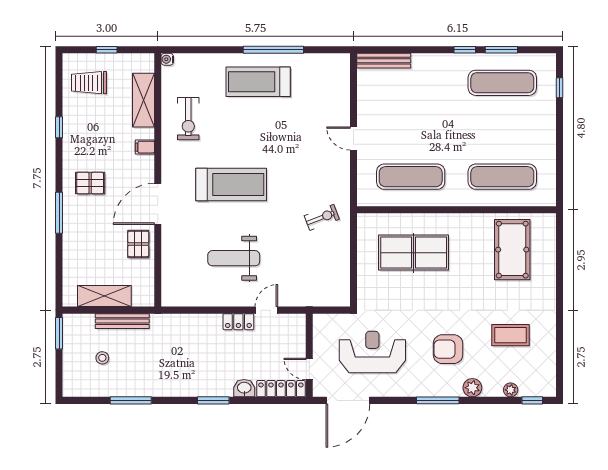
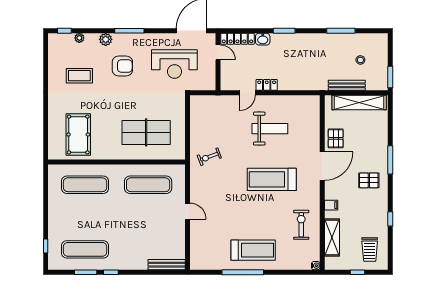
trolley: (89, 83) -> (370, 250), turned 90
shelving: (104, 296) -> (359, 103), width x1.47

